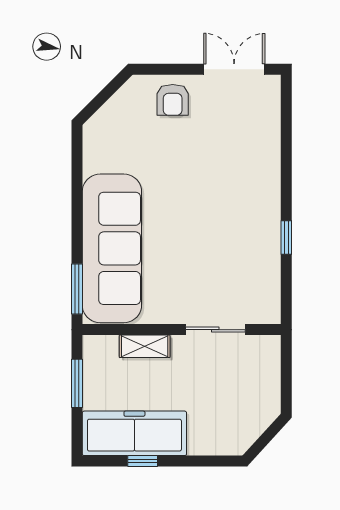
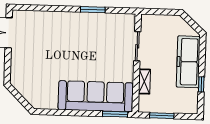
armchair: (173, 100) -> (23, 64), removed
window: (286, 237) -> (93, 10), width x1.50
freezer: (134, 433) -> (188, 62), moved

